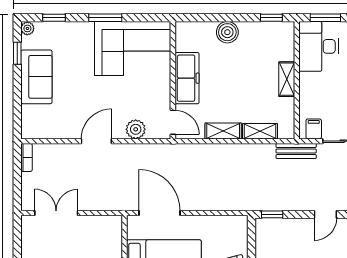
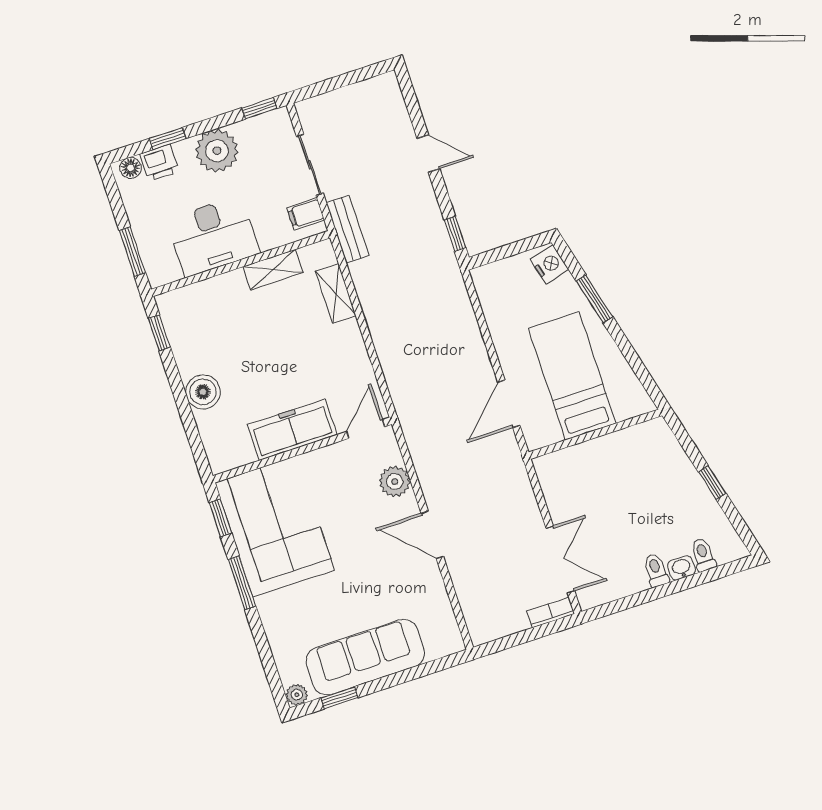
window: (54, 18) -> (220, 518), moved
desk: (319, 46) -> (213, 236), moved
sofa: (36, 77) -> (365, 657), width x1.36
shelving: (287, 79) -> (273, 270), moved
shelving: (223, 131) -> (354, 349), removed
bookcase: (26, 157) -> (551, 613), moved
double door: (56, 213) -> (560, 560), swing flipped
door: (160, 213) -> (509, 404), width x0.73

